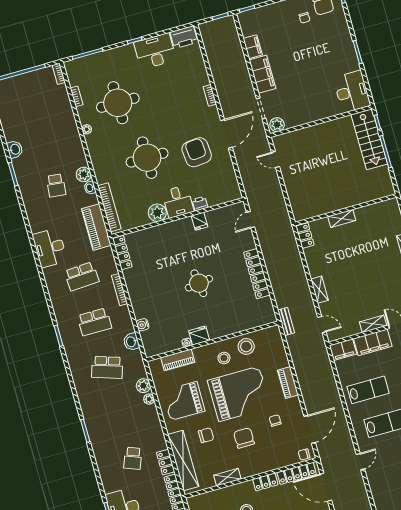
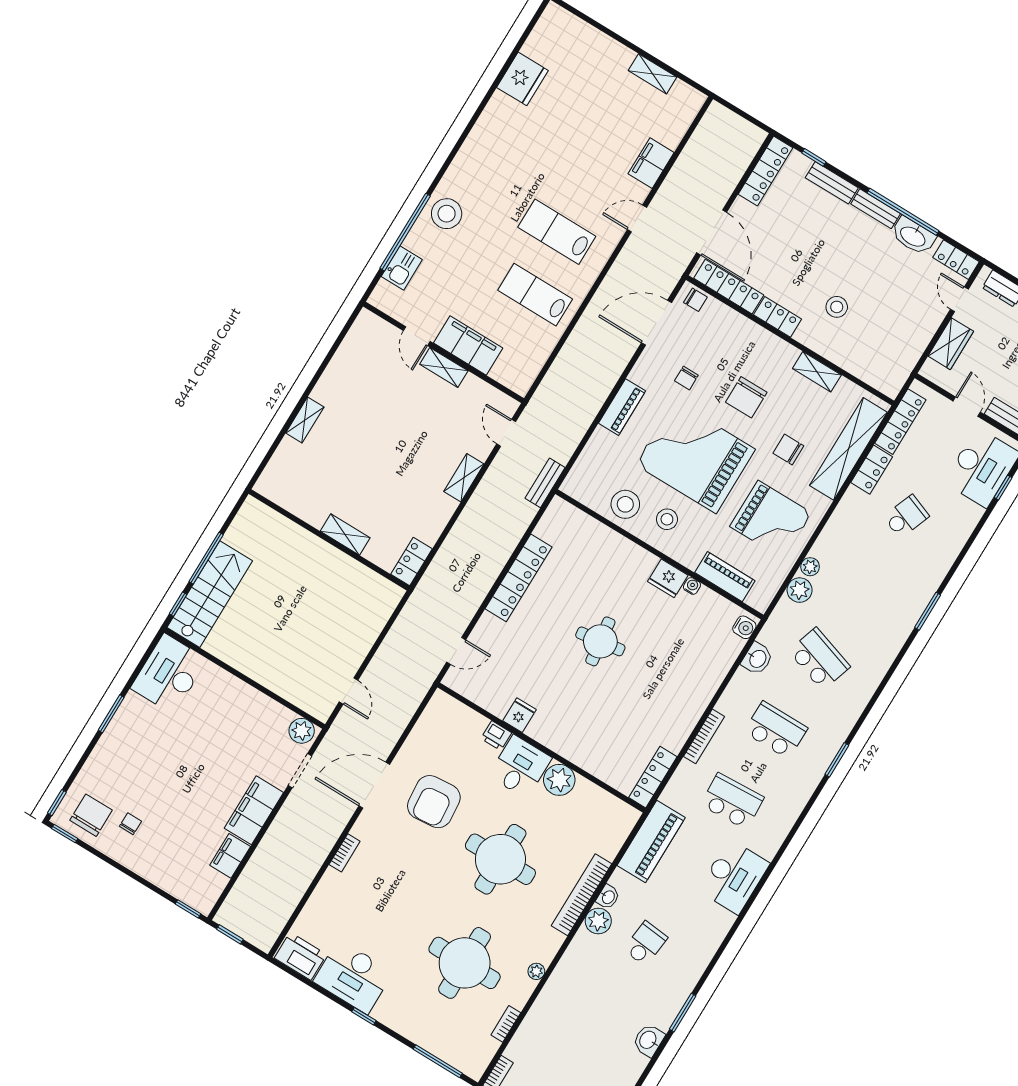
bookcase: (109, 207) -> (582, 895), moved
water cooler: (143, 325) -> (744, 627), moved
filing cabinet: (343, 350) -> (651, 163), moved, turned -90

